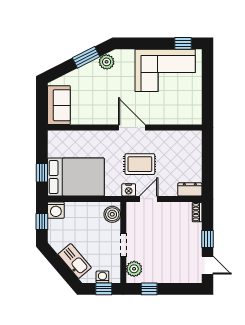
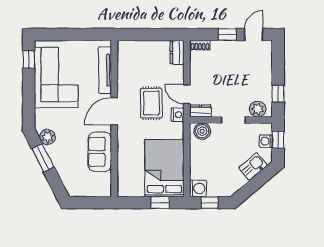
sofa: (59, 105) -> (100, 152), moved, turned -90
tv unit: (172, 118) -> (105, 70), added
dresser: (132, 213) -> (200, 111), added
kitchen sink: (75, 261) -> (253, 166), width x0.73

